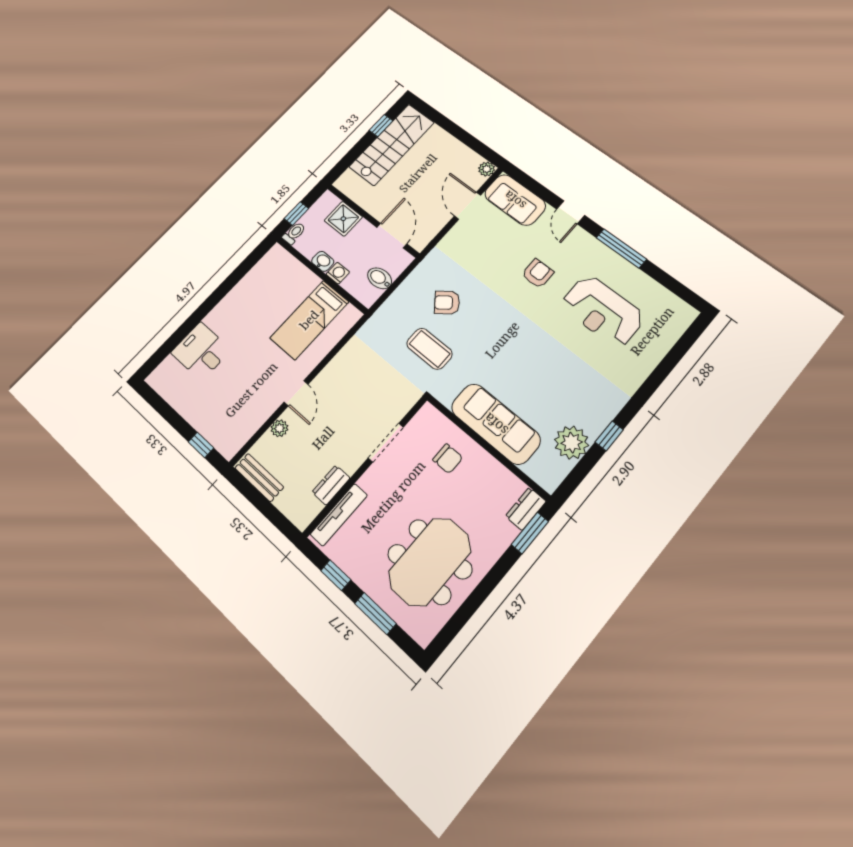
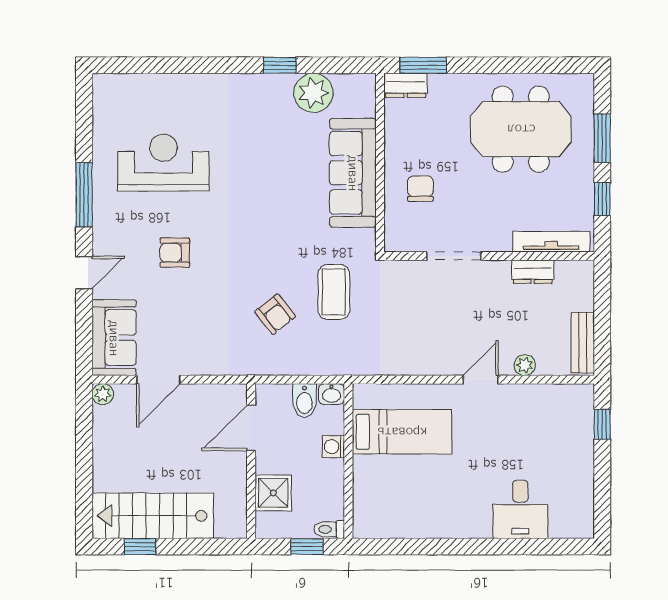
washbasin: (323, 261) -> (331, 394), moved, turned -90
reception desk: (603, 311) -> (163, 163), turned -90

